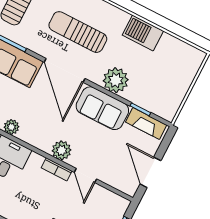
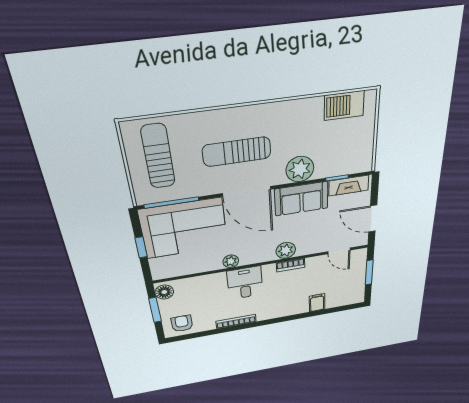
barbecue: (143, 33) -> (344, 106), moved
door: (85, 176) -> (339, 251), moved

